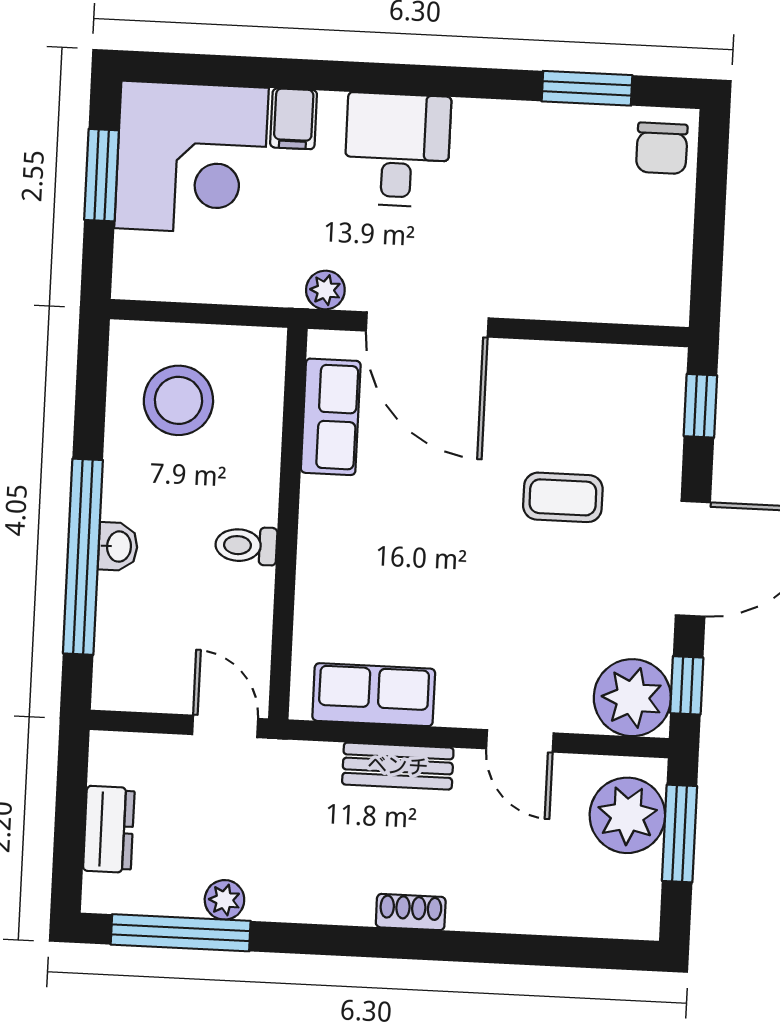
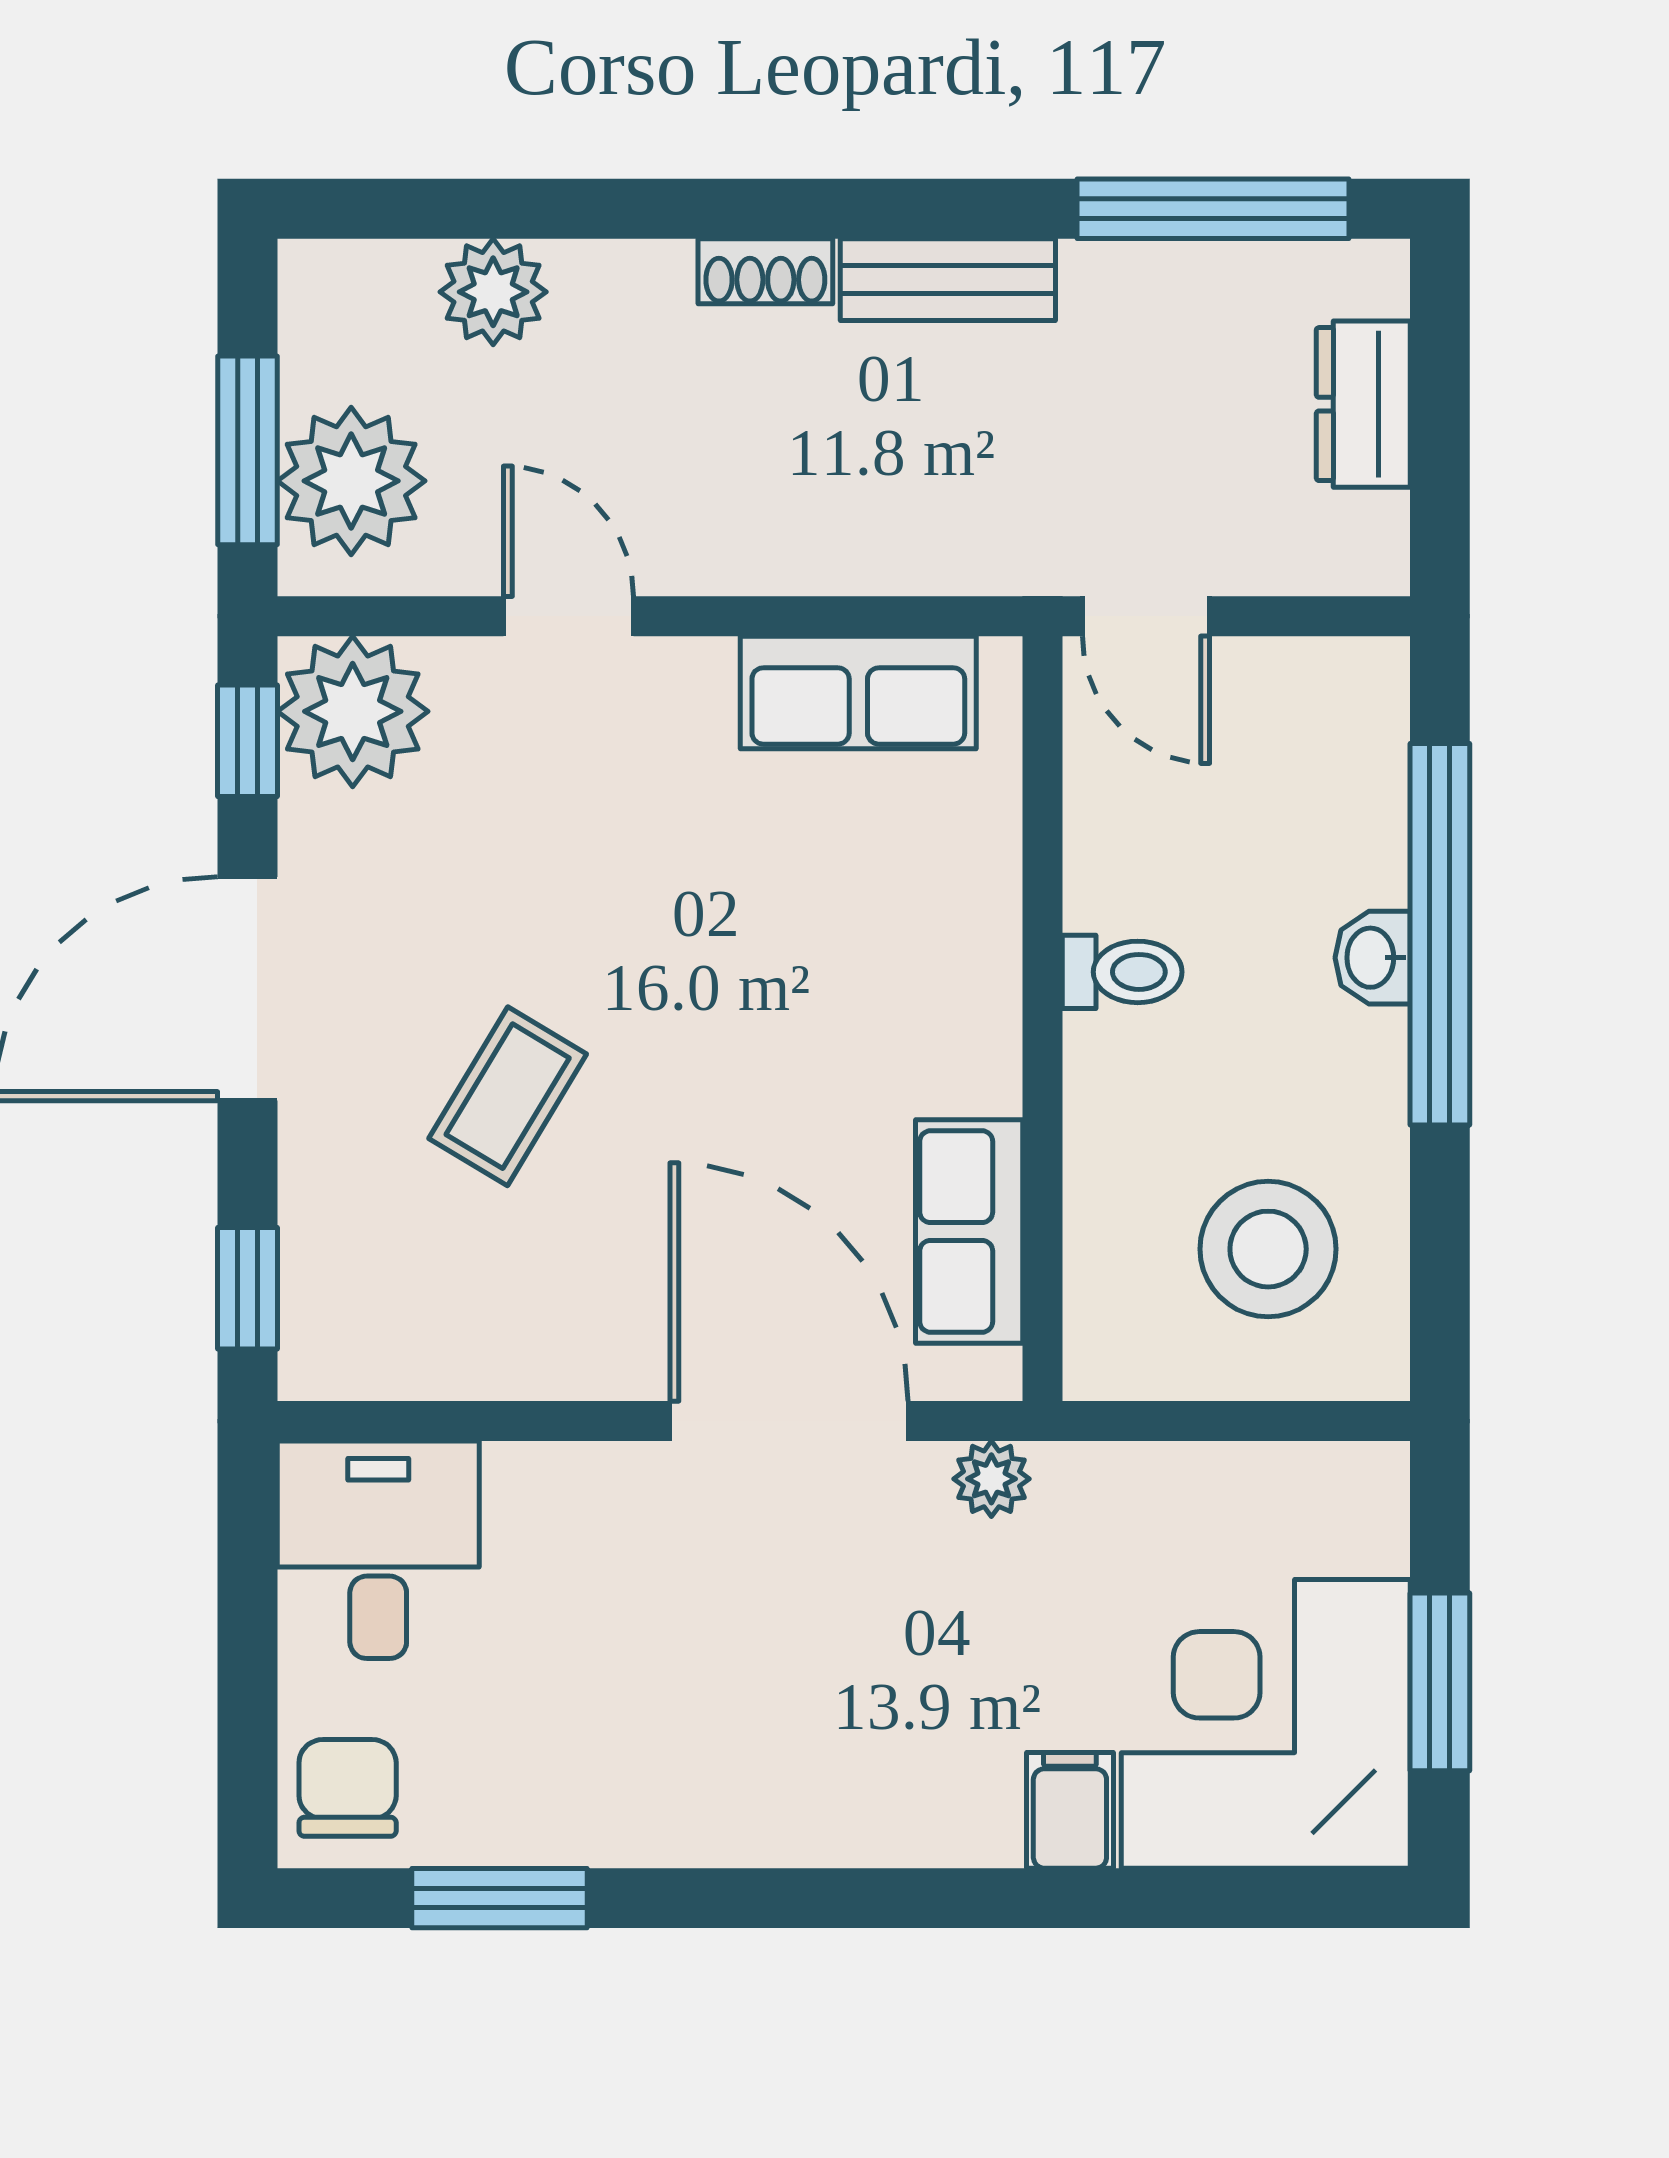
desk: (397, 150) -> (378, 1550), moved, turned 180
coffee table: (563, 497) -> (508, 1096), turned -59
bench: (398, 766) -> (948, 280), moved
plant: (224, 900) -> (493, 292), moved, width x1.38, depth x1.38

